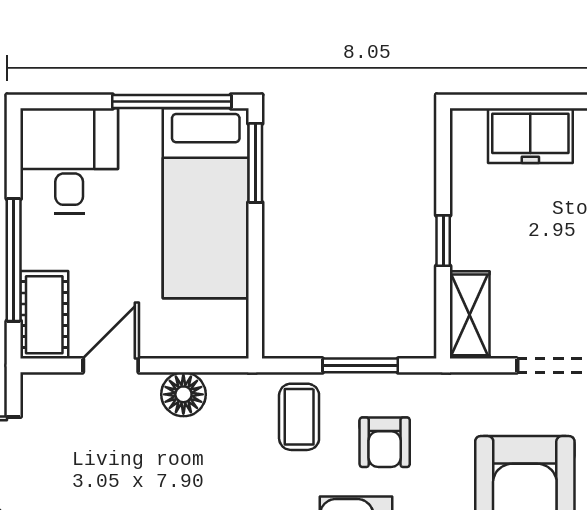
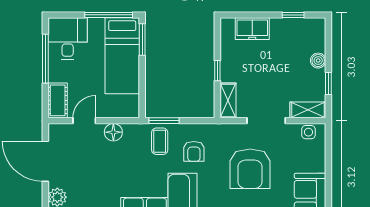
window: (14, 260) -> (45, 59), moved
window: (360, 365) -> (164, 121), moved

